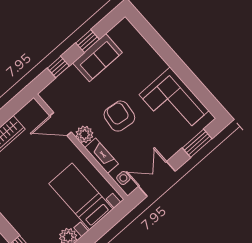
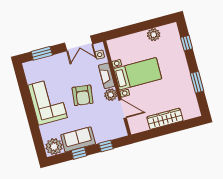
plant: (123, 34) -> (54, 147), added
corner sofa: (174, 103) -> (48, 101), moved
bed with nightstands: (81, 196) -> (138, 74), moved, turned -90

